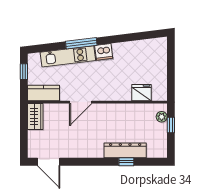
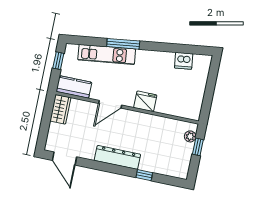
dishwasher: (104, 52) -> (184, 61), moved
fridge: (142, 93) -> (145, 101), moved
dresser: (125, 150) -> (117, 157), moved

